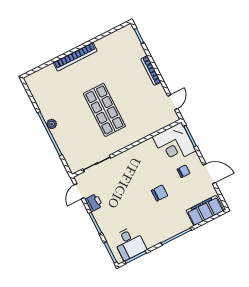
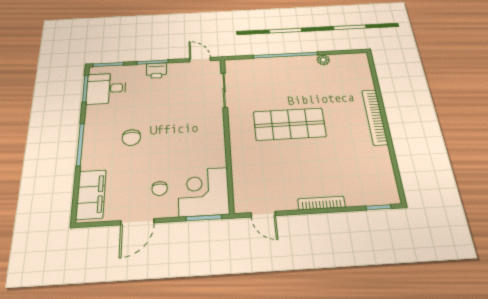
plant: (52, 124) -> (323, 60), moved
chair: (160, 193) -> (131, 138), moved
printer: (94, 203) -> (156, 71), moved

